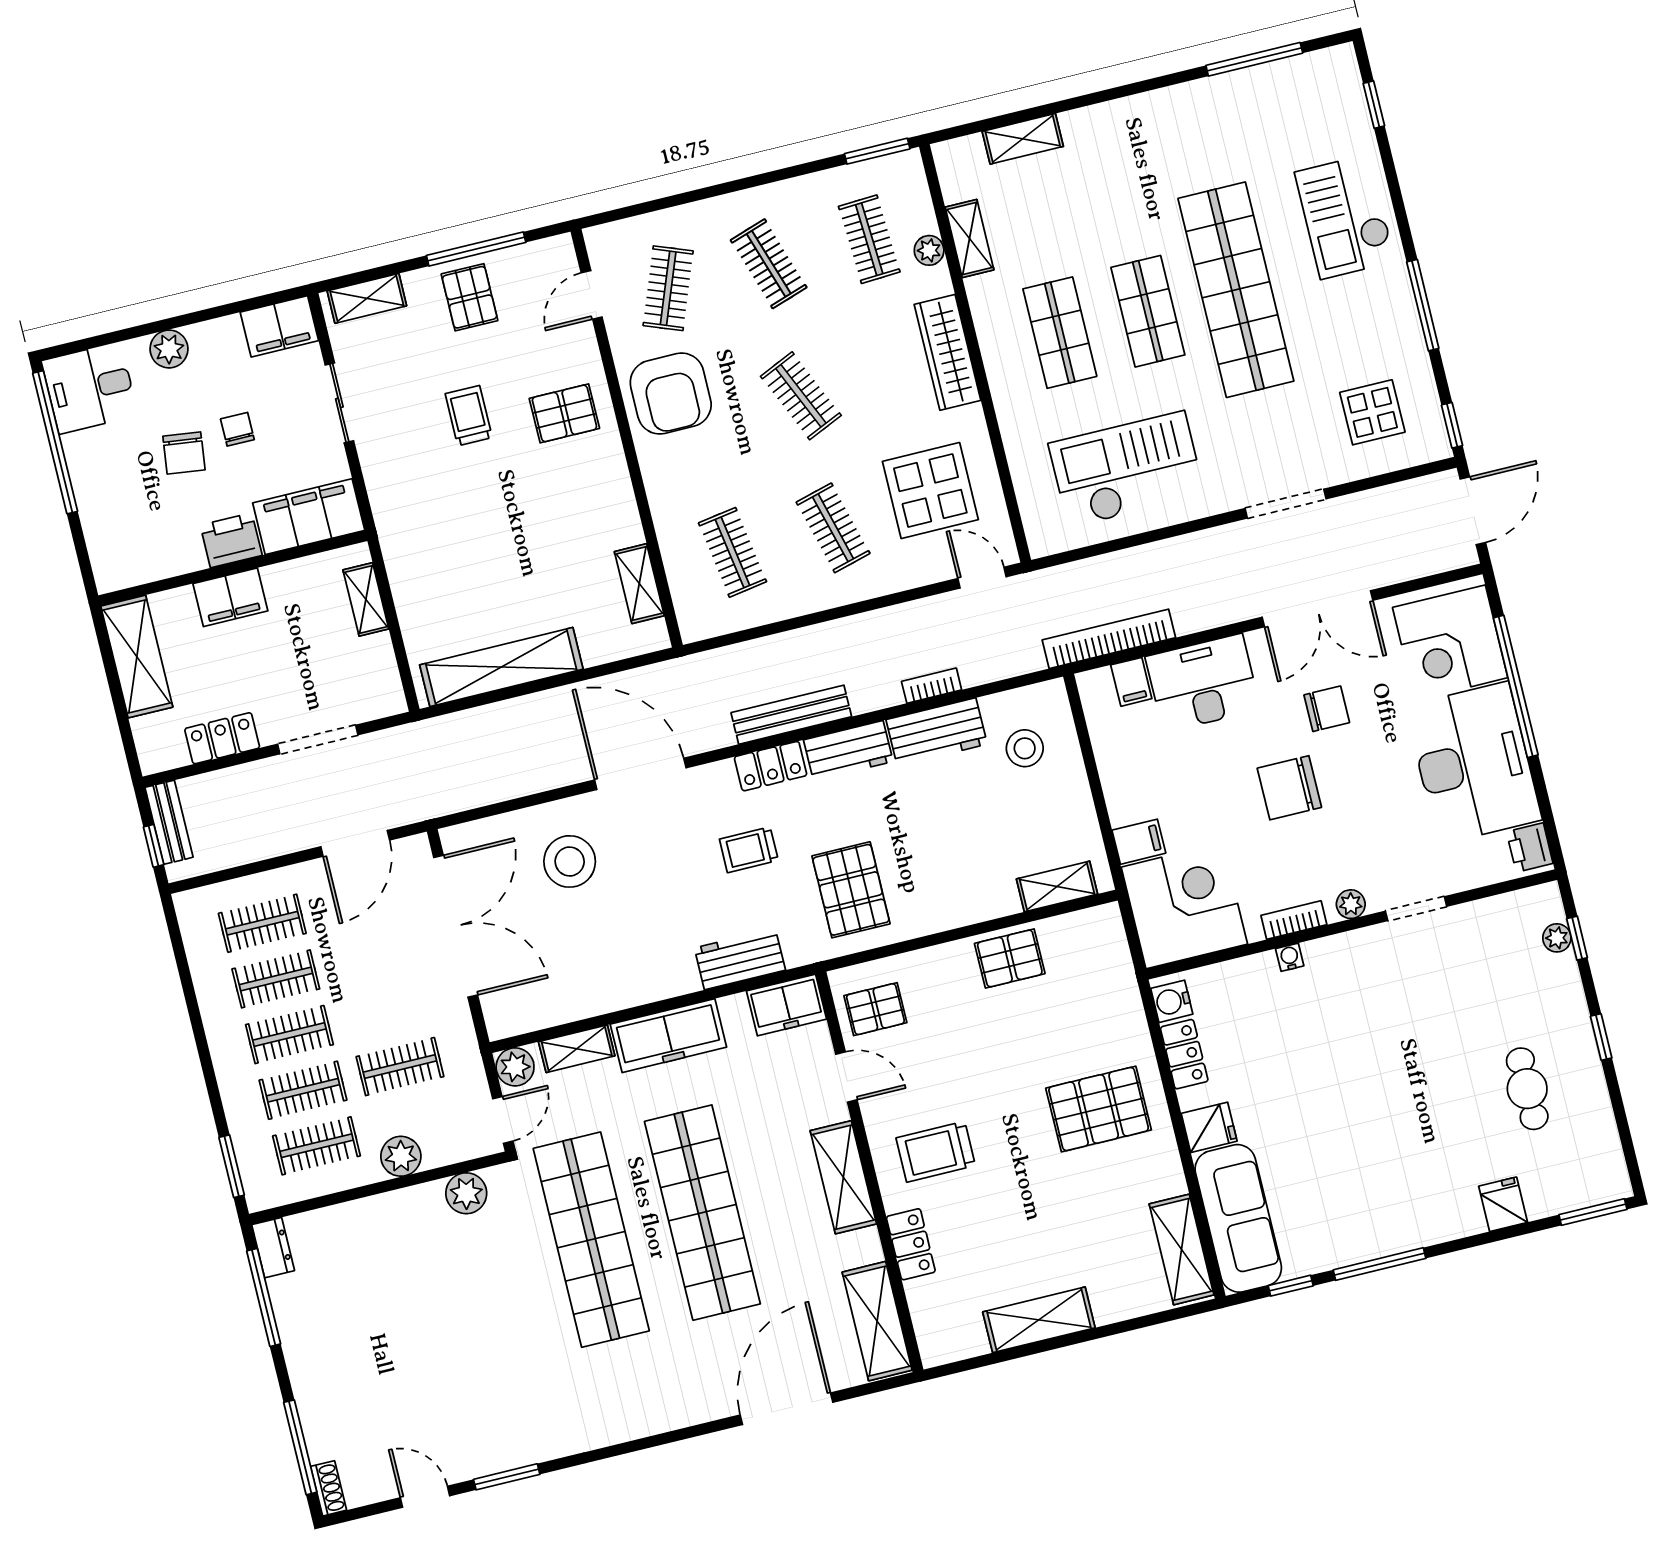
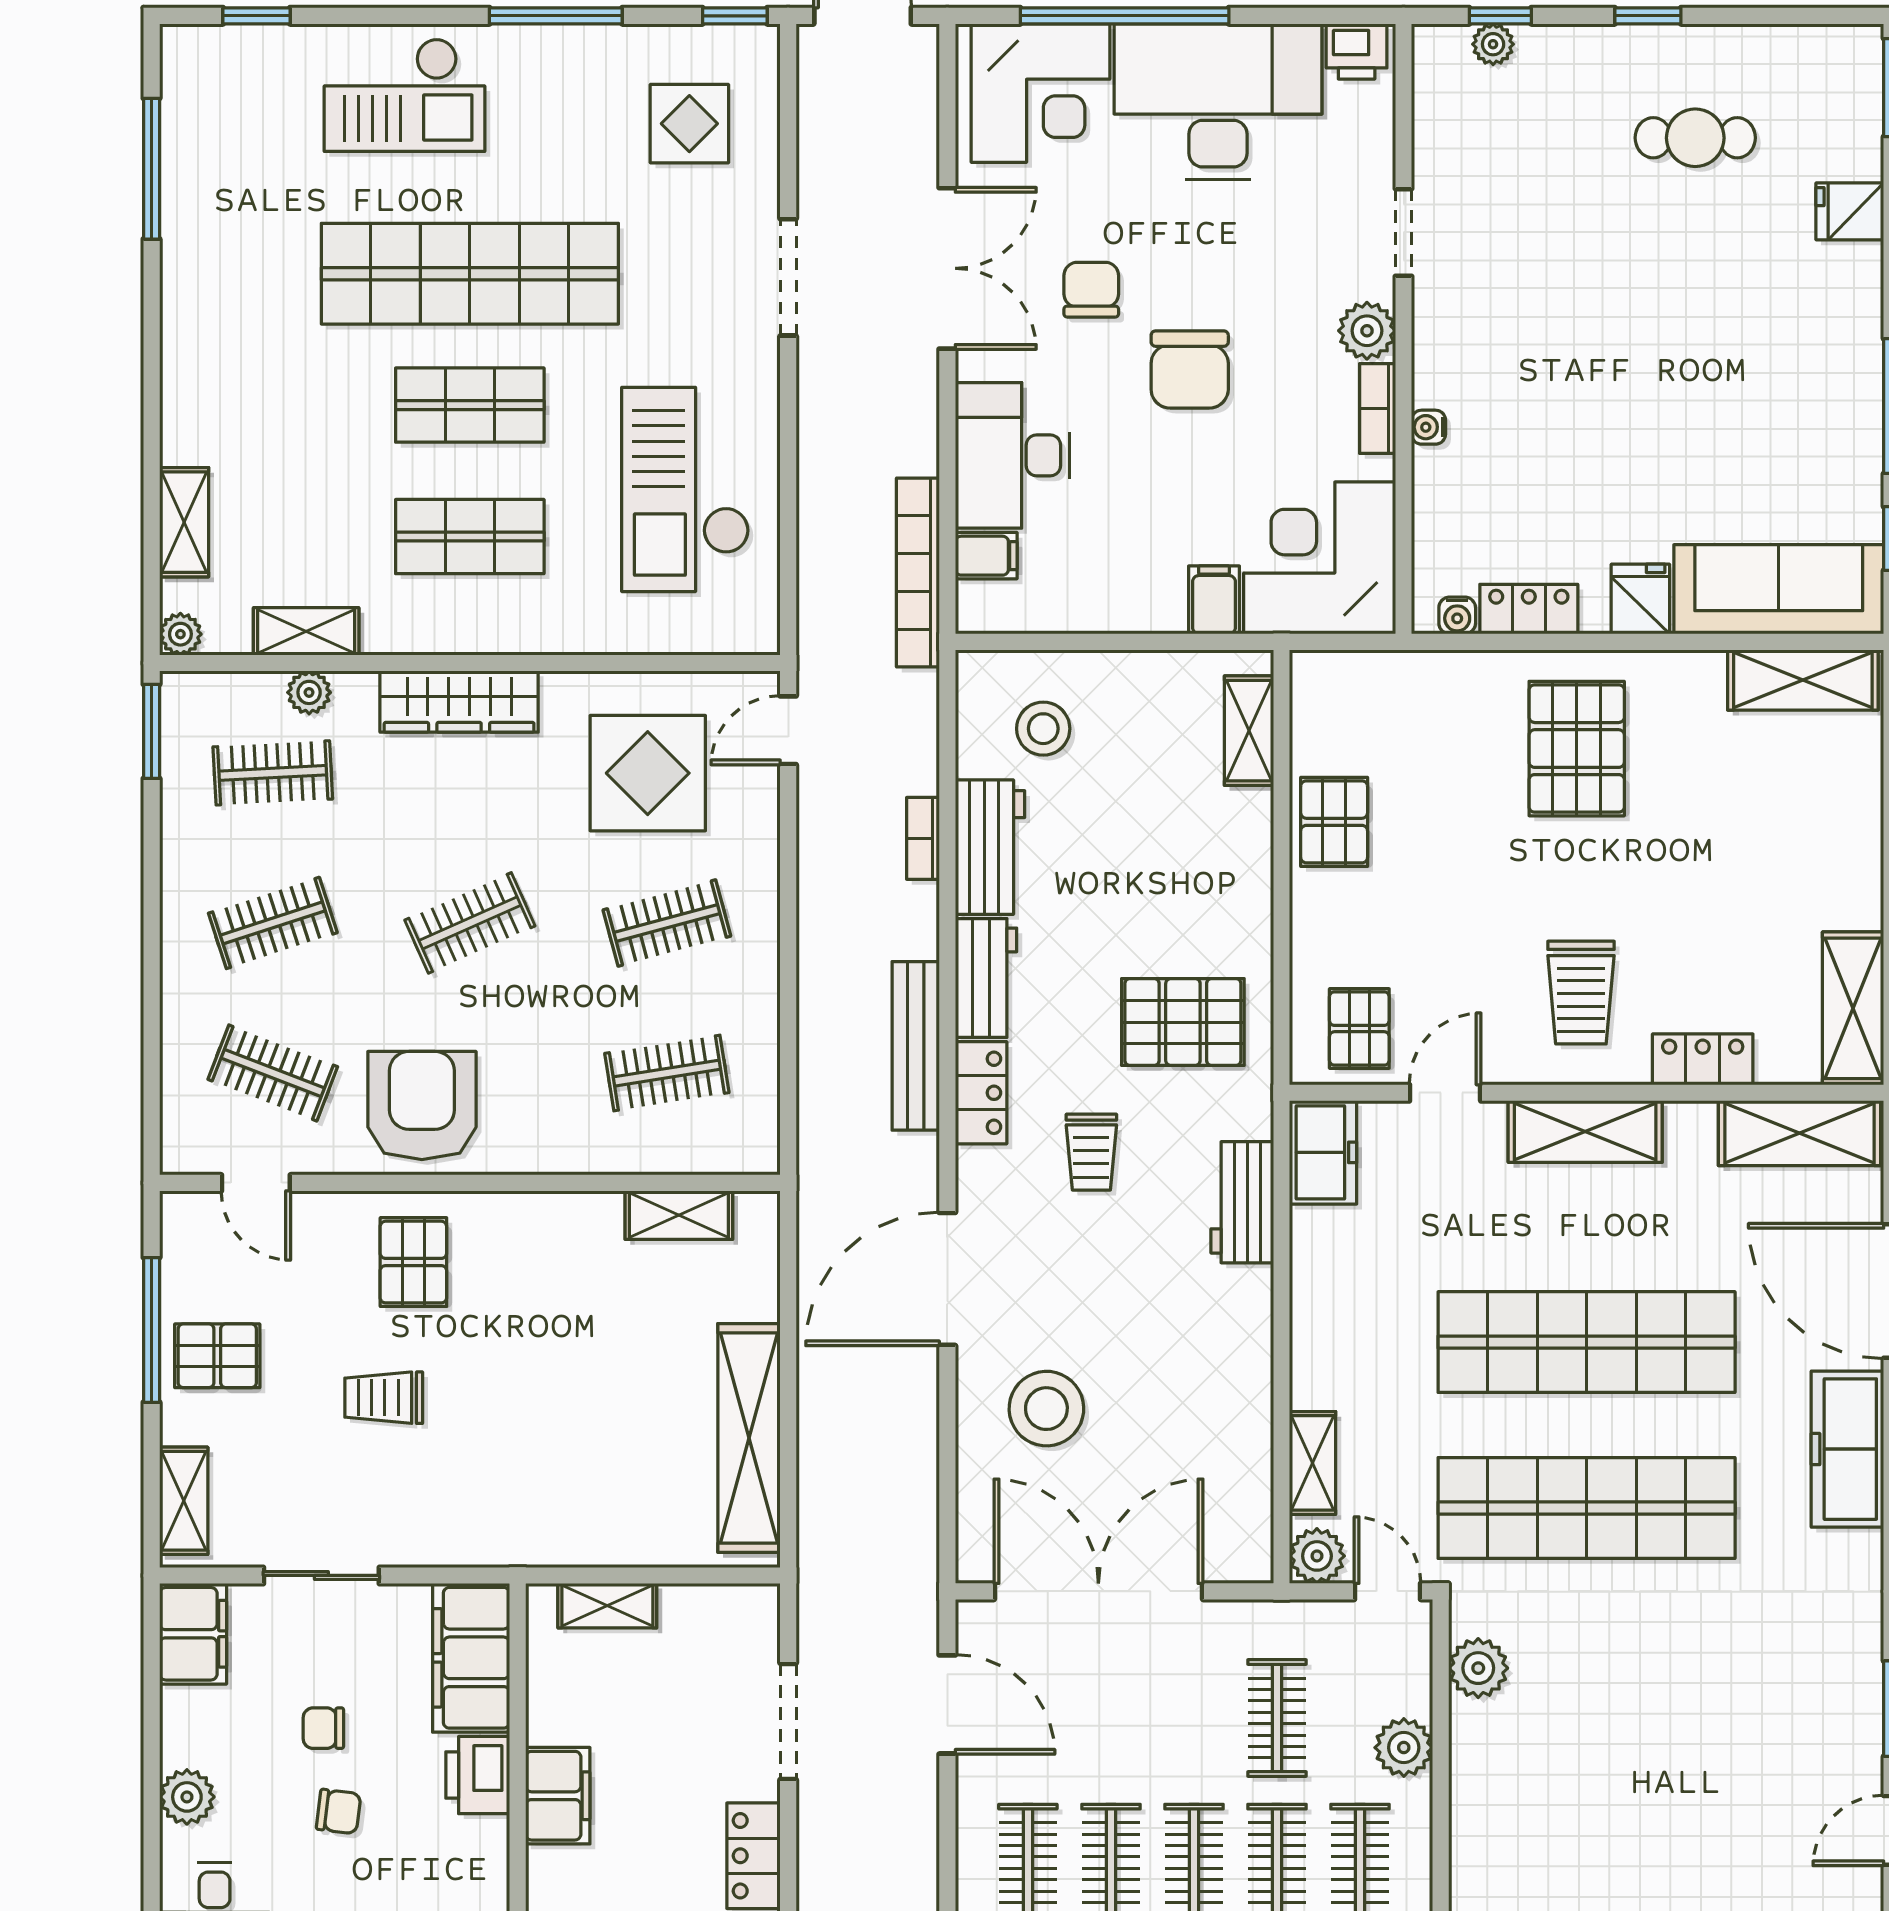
plant: (947, 155) -> (180, 634), added
armchair: (671, 394) -> (422, 1106), turned -90
chair: (184, 453) -> (339, 1812), width x0.73, depth x0.73
plant: (1351, 904) -> (1367, 331), width x1.38, depth x1.38
water cooler: (1172, 1001) -> (1457, 615), width x0.72, depth x0.72
freezer: (668, 1036) -> (1847, 1449), moved, turned 180
shelving: (1039, 1320) -> (1853, 1008), moved

